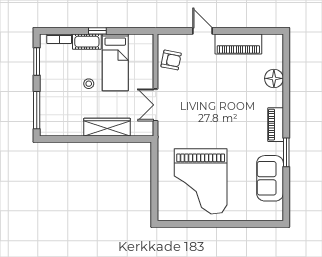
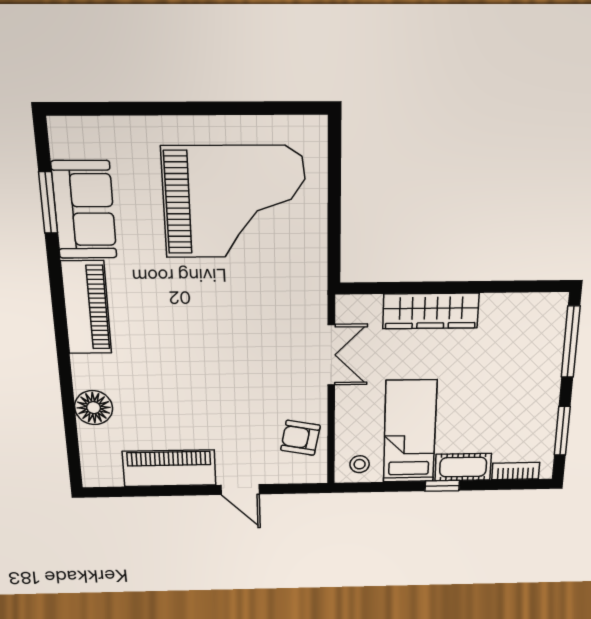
stool: (89, 84) -> (360, 464), moved
piano: (276, 125) -> (86, 307), width x1.37, depth x1.33
window: (286, 152) -> (48, 203), moved
grand piano: (201, 181) -> (235, 202), turned 90

